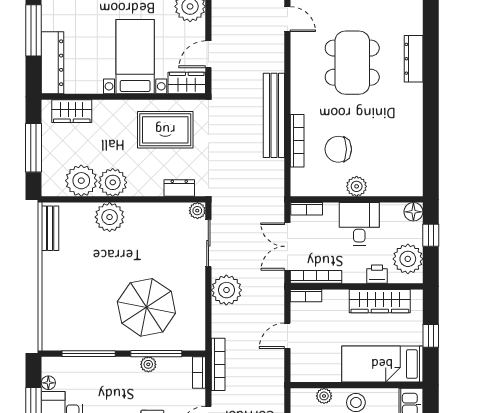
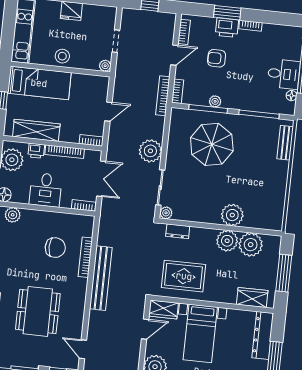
plant: (357, 186) -> (13, 215), moved
bench: (50, 228) -> (285, 143), moved
bookcase: (316, 277) -> (65, 152), moved
plant: (324, 396) -> (105, 66), moved

